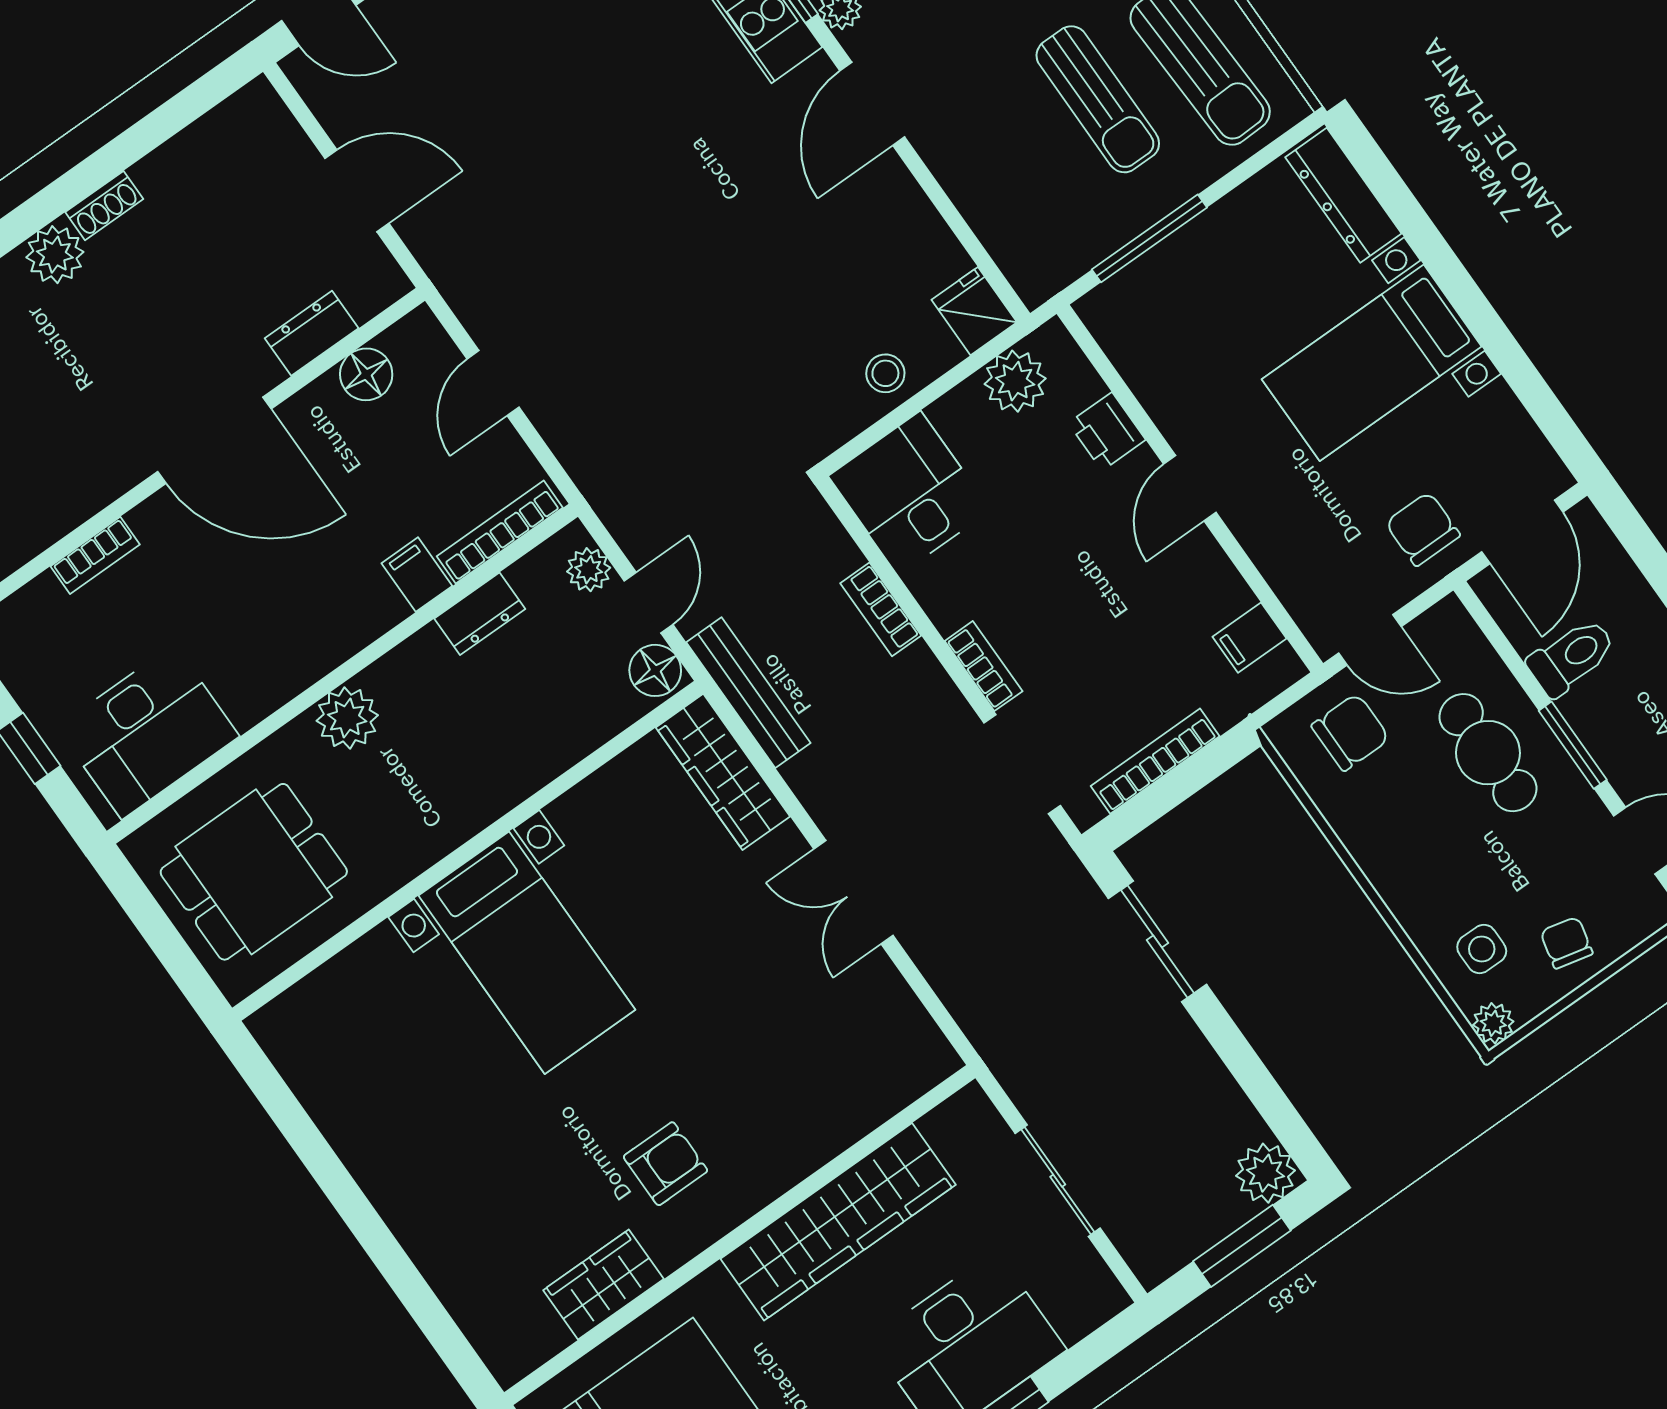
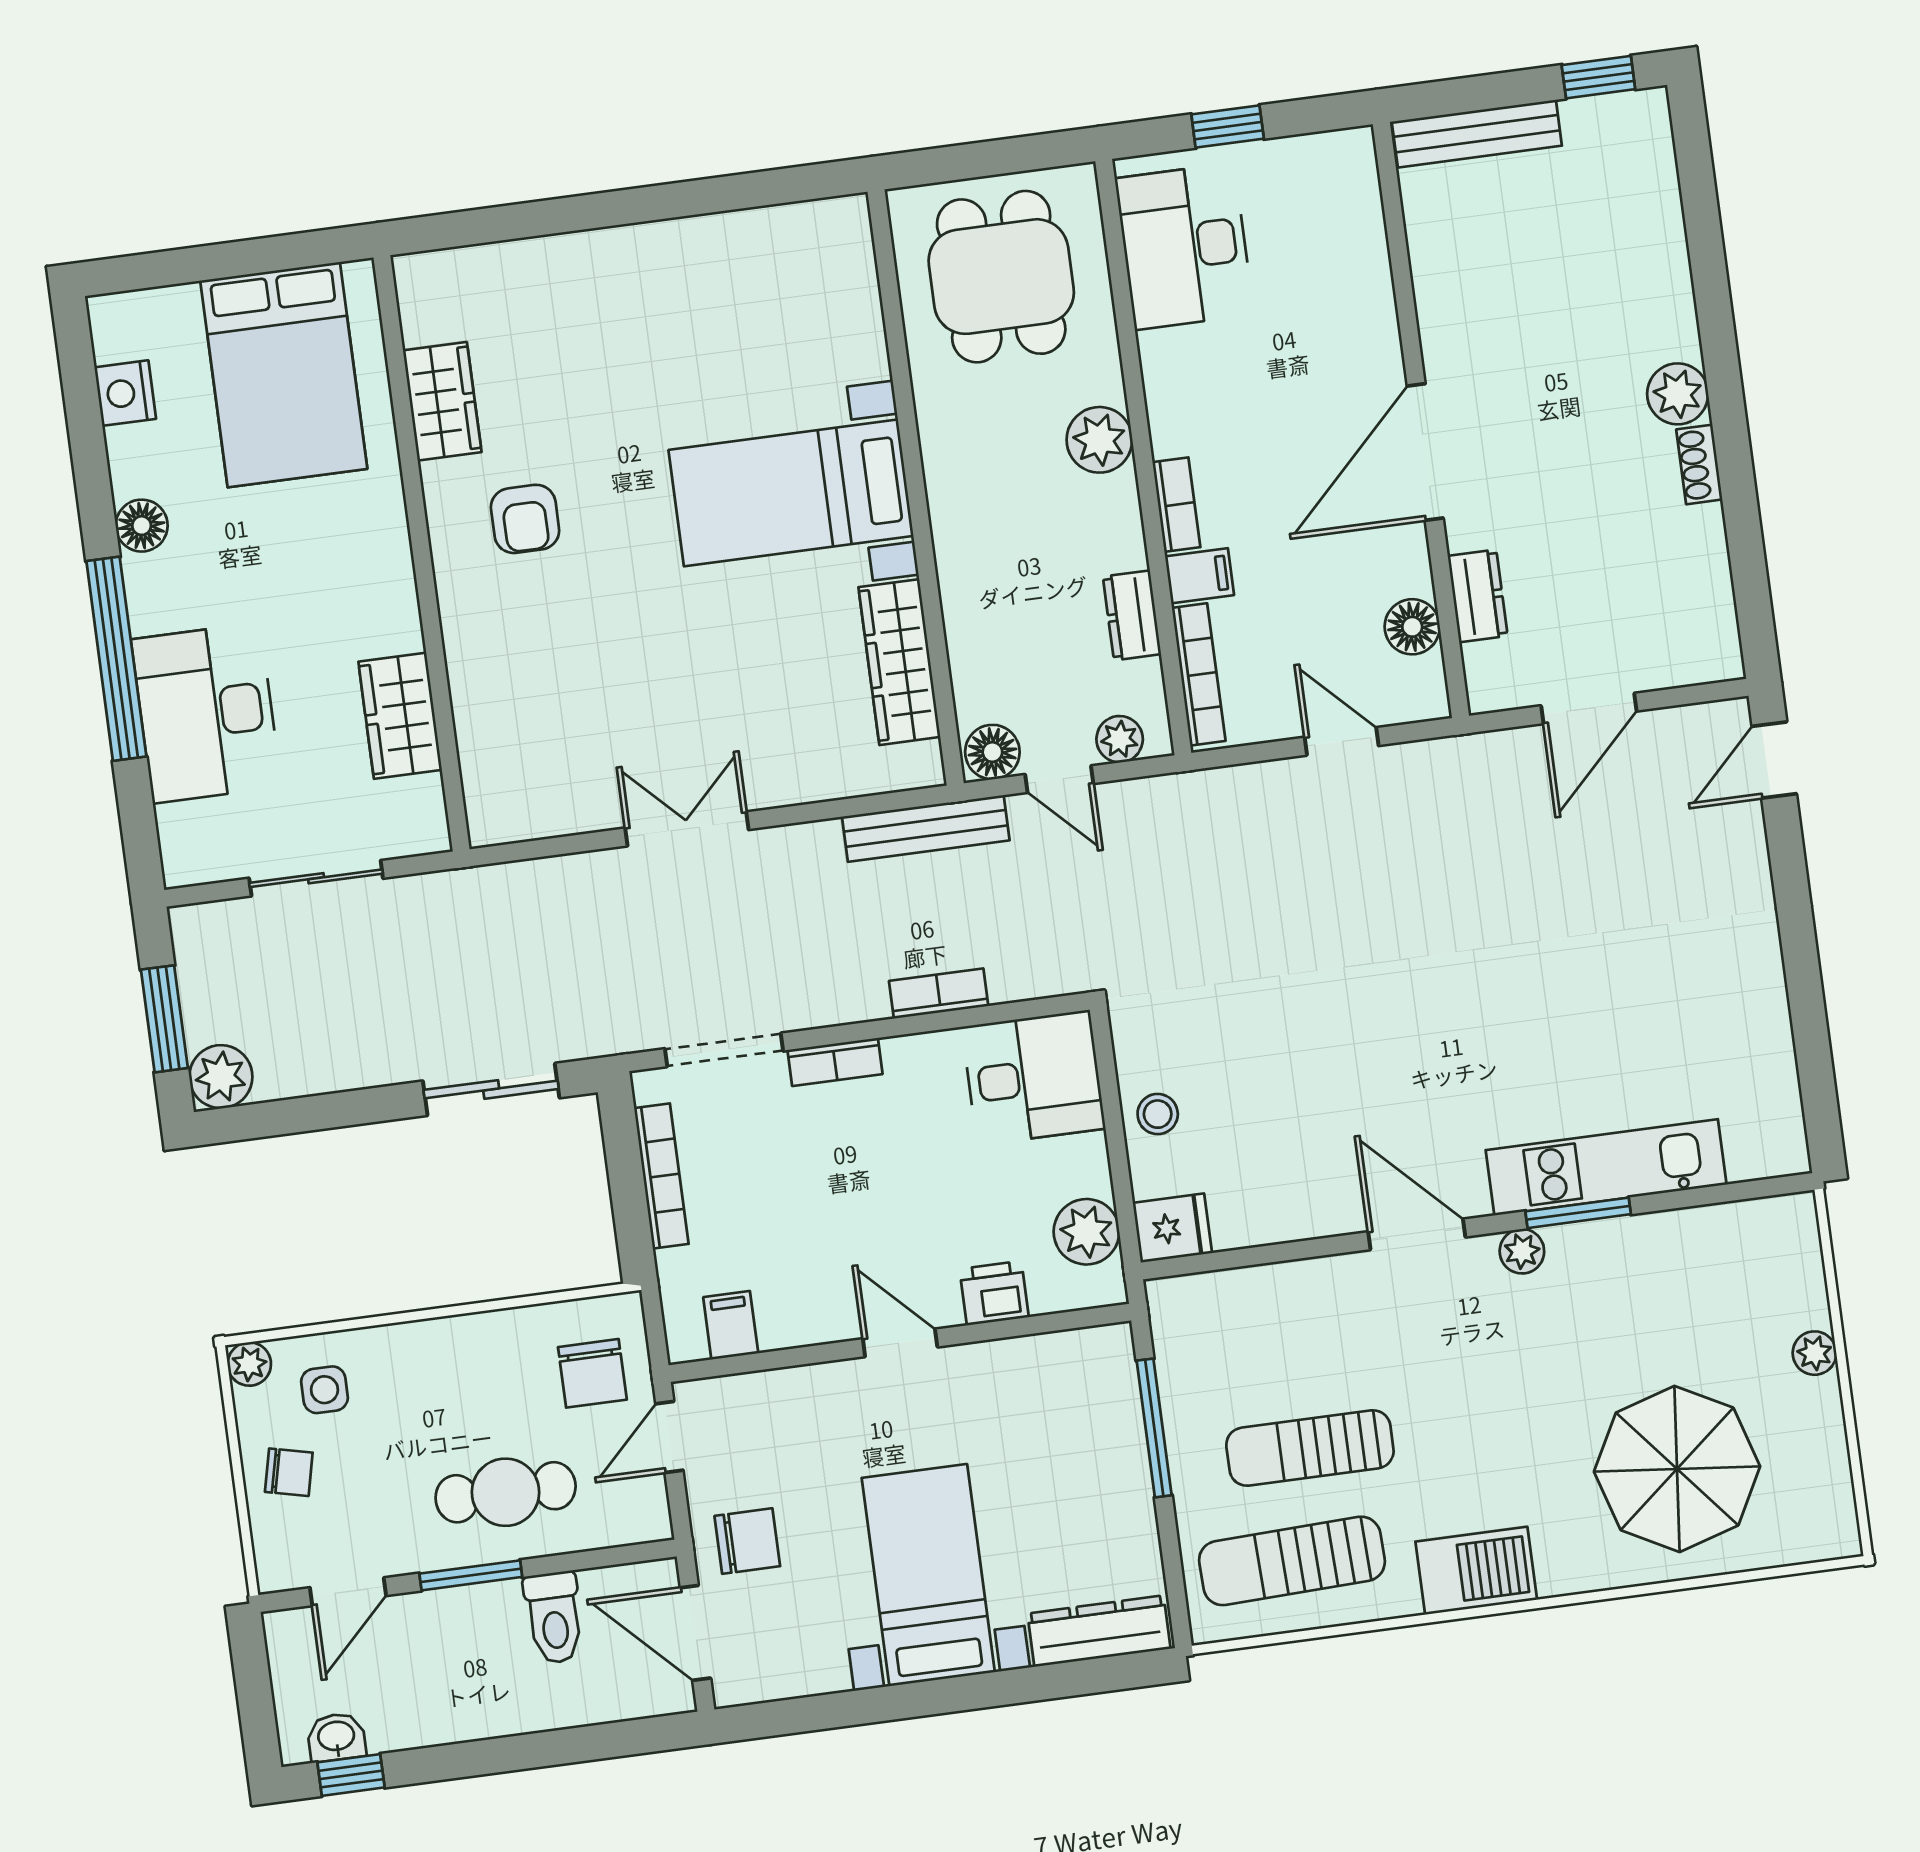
bookcase: (95, 555) -> (1176, 505), moved, turned 180
wardrobe: (723, 772) -> (899, 662), moved, turned -90
wardrobe: (838, 1222) -> (400, 716), width x0.48, depth x0.85

